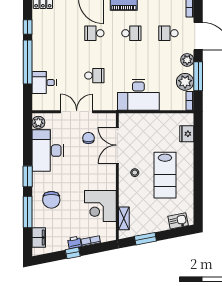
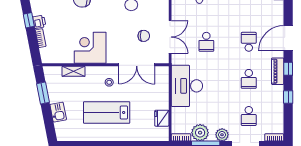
school desk: (168, 33) -> (249, 116), turned 180
double door: (77, 112) -> (170, 37), moved
fridge: (187, 134) -> (162, 118), moved, turned -90
double door: (117, 145) -> (137, 65), swing flipped
corner desk: (100, 206) -> (90, 48), moved
shelving: (124, 218) -> (74, 71), moved
kitchen sink: (178, 221) -> (58, 112), moved

